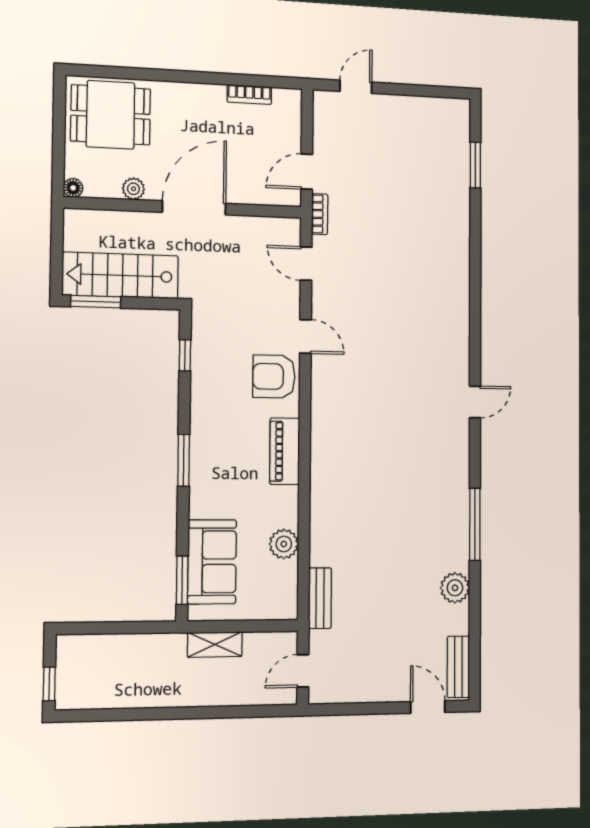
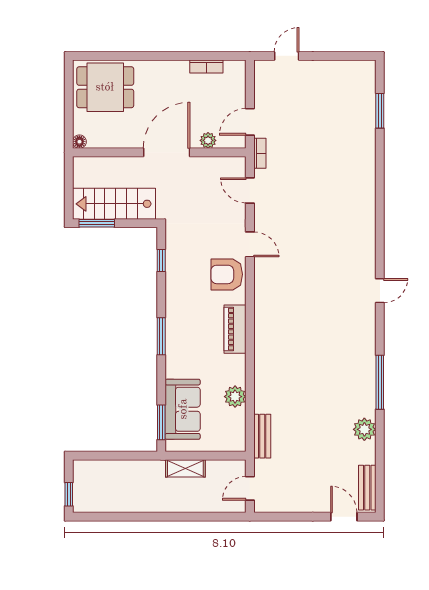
plant: (133, 189) -> (208, 140), moved

